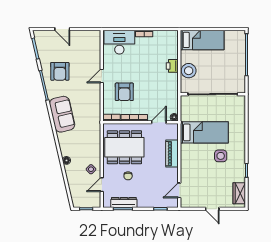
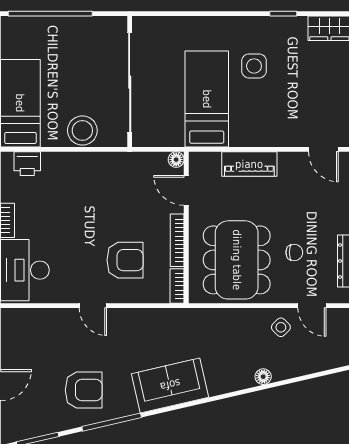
printer: (172, 66) -> (27, 164), moved

